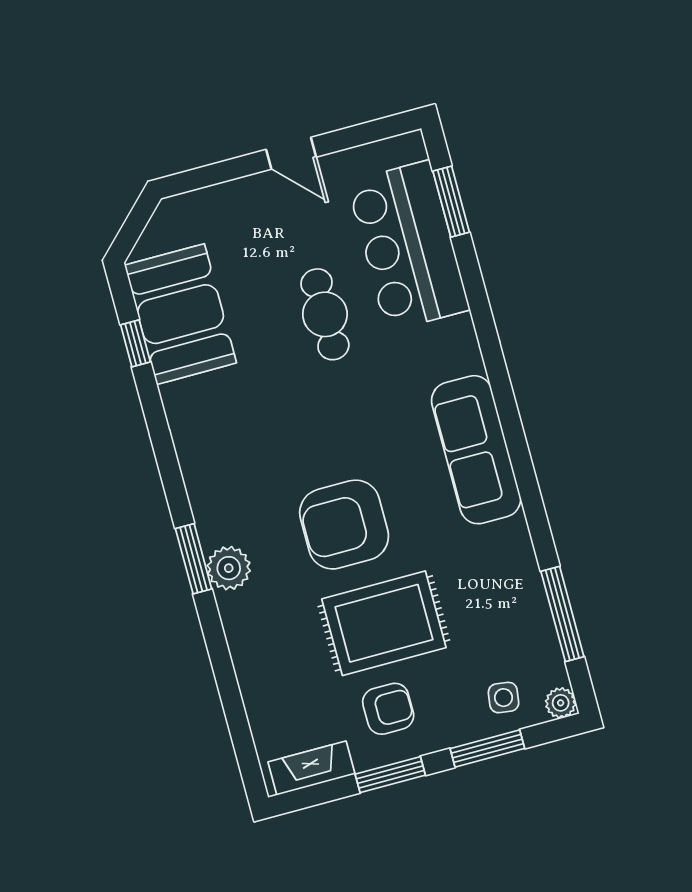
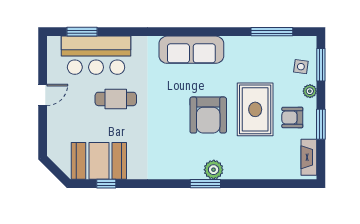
plant: (561, 703) -> (310, 91), moved
armchair: (388, 709) -> (292, 117), turned -90
window: (487, 748) -> (321, 65), moved

